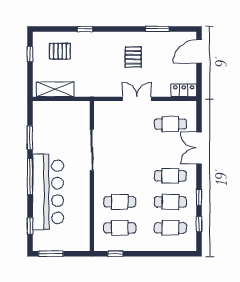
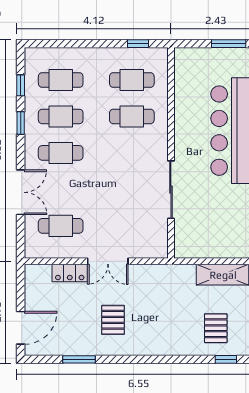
window: (85, 29) -> (226, 359), moved
pallet: (60, 51) -> (216, 328), turned 90
locker: (184, 90) -> (70, 273), moved

